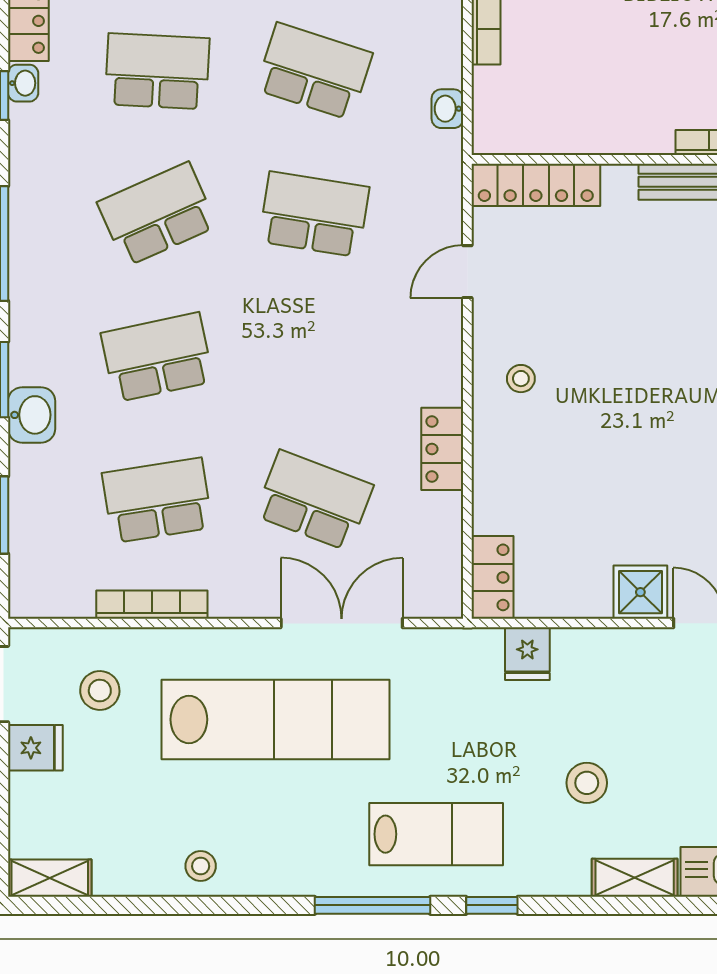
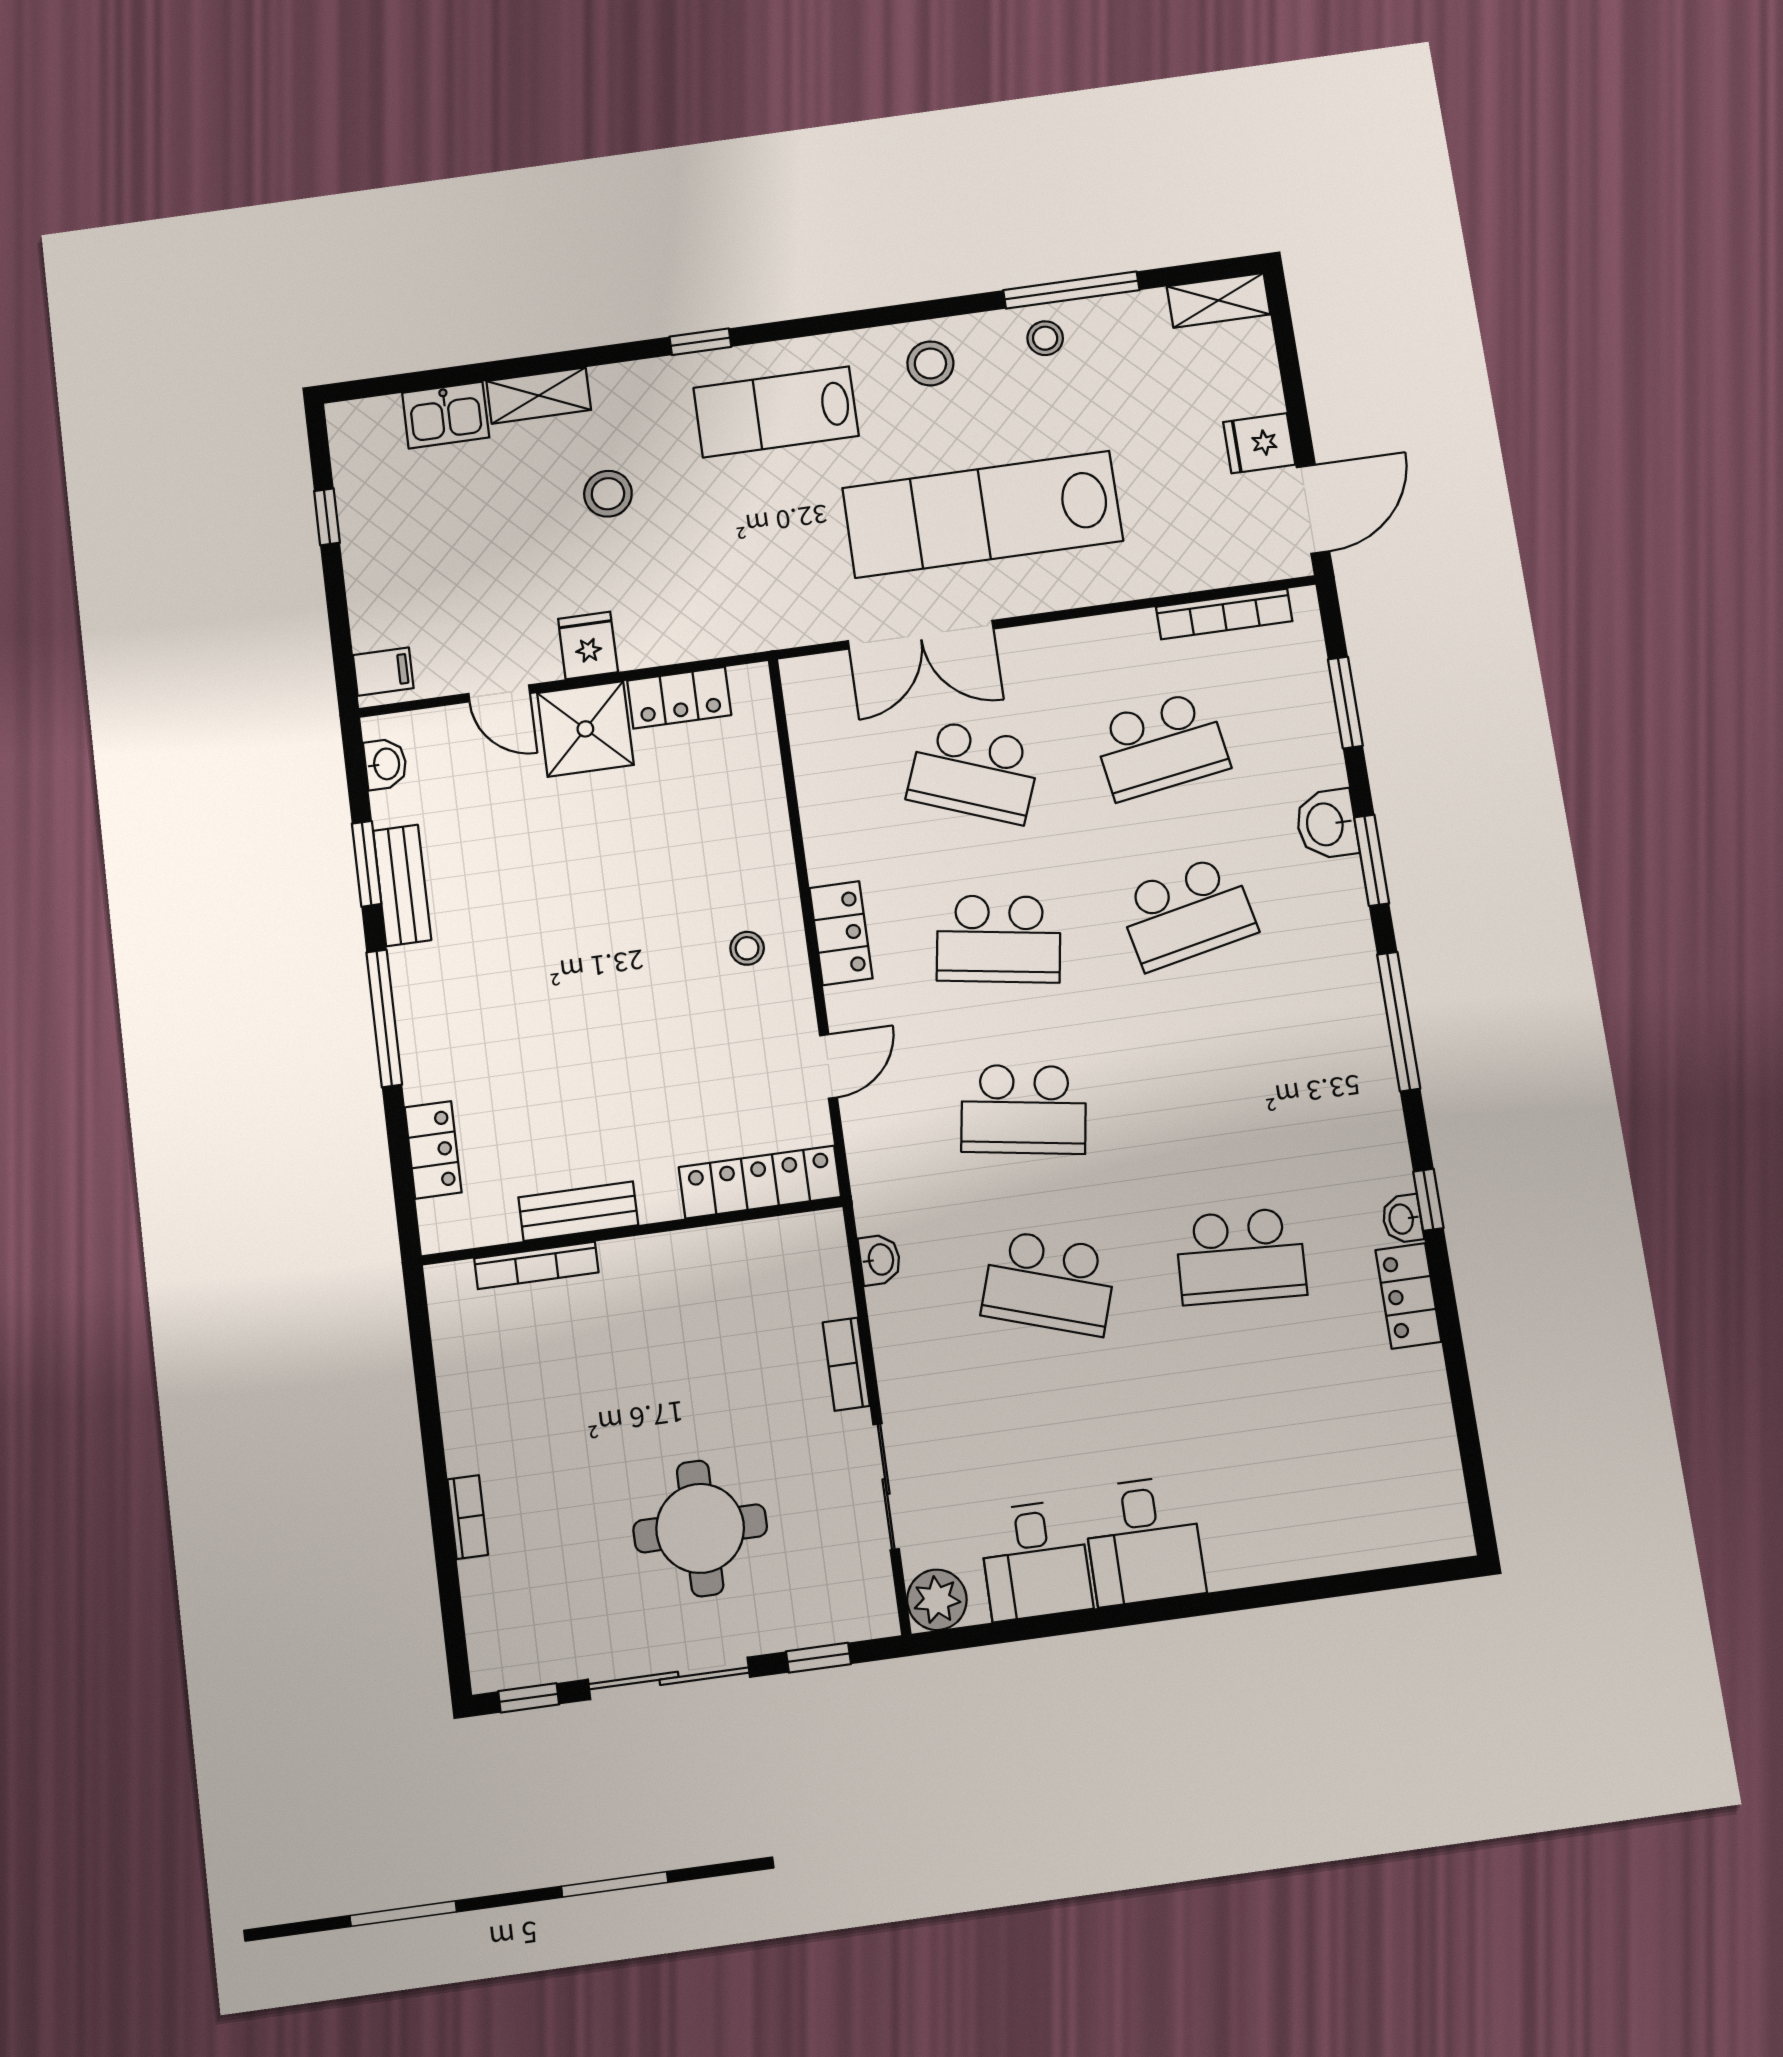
school desk: (157, 214) -> (999, 939), moved, turned 33
locker: (442, 449) -> (841, 933), moved
locker: (493, 577) -> (679, 698), moved, turned -90
shower: (640, 592) -> (585, 729), width x1.36, depth x1.36
bookcase: (152, 605) -> (1224, 614), moved
fridge: (527, 654) -> (588, 645), moved
stool: (100, 691) -> (930, 363), moved
window: (372, 905) -> (1071, 290), moved

